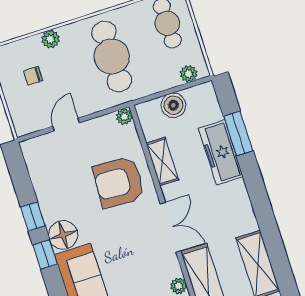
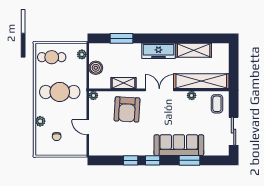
freezer: (221, 152) -> (158, 51), moved
floor lamp: (63, 235) -> (145, 148), removed

